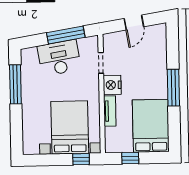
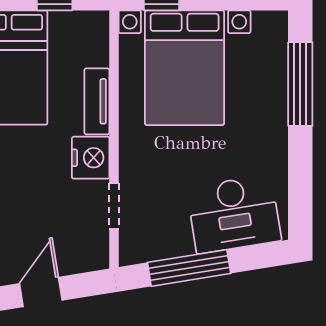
desk: (59, 58) -> (234, 214), moved
window: (15, 84) -> (300, 84), moved

